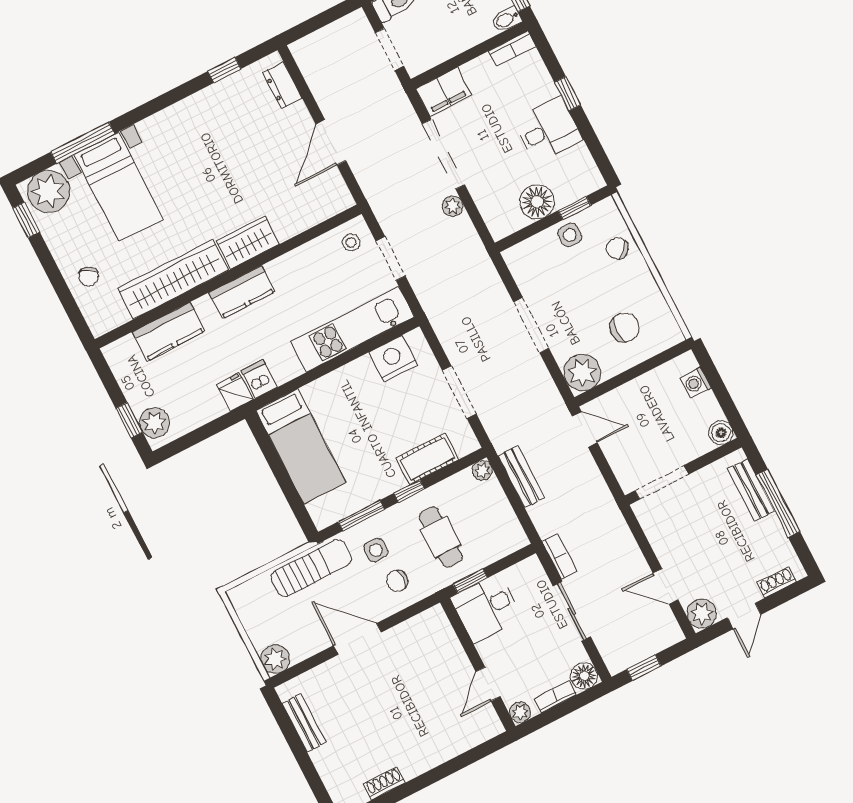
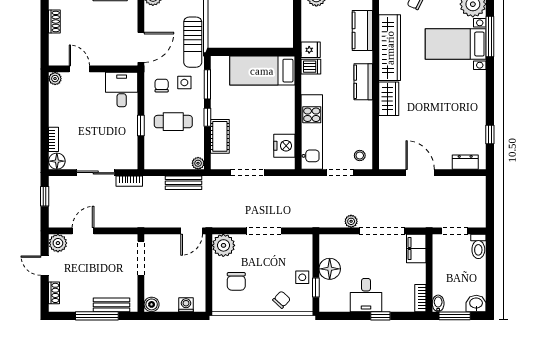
desk: (486, 608) -> (122, 90), moved
wall: (478, 664) -> (93, 69), moved
door: (488, 684) -> (79, 69), moved
plant: (520, 712) -> (55, 79), moved

